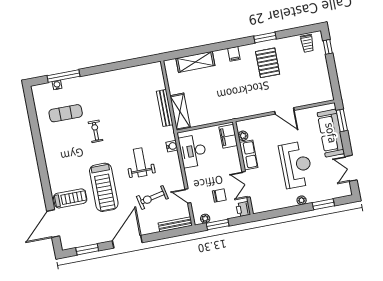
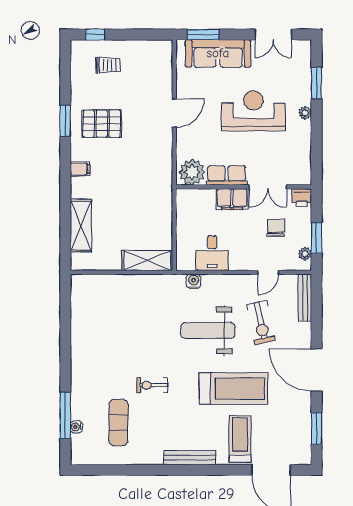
trolley: (307, 43) -> (108, 65), moved
bench: (165, 108) -> (190, 458), moved
filing cabinet: (228, 136) -> (232, 199), moved
plant: (243, 136) -> (192, 172), width x1.87, depth x1.87
desk: (193, 151) -> (212, 253), width x0.73
weight bench: (140, 162) -> (208, 331), width x1.36, depth x1.33

